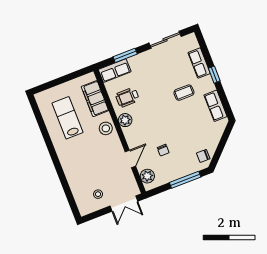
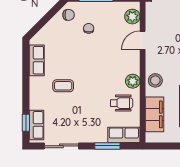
row of seats: (199, 63) -> (36, 125), moved
window: (214, 75) -> (26, 123), moved
chair: (163, 150) -> (89, 28), moved

